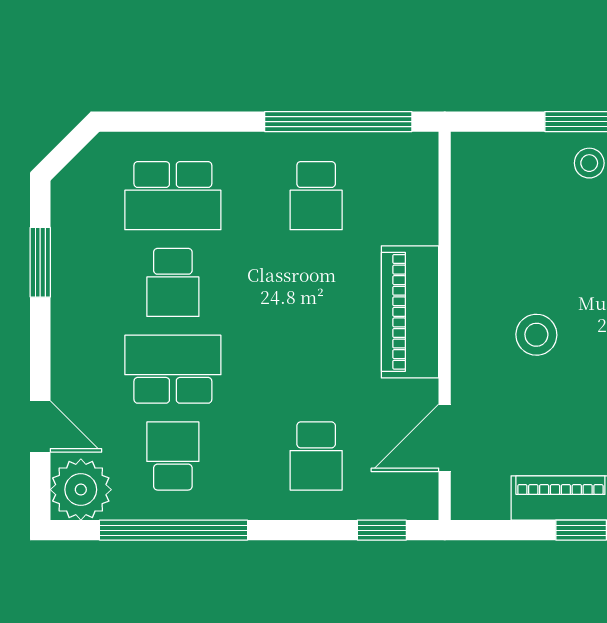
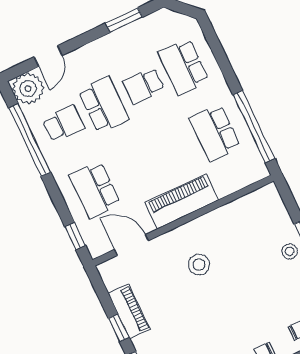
school desk: (316, 196) -> (215, 133), width x1.85
school desk: (316, 456) -> (95, 190), width x1.85

